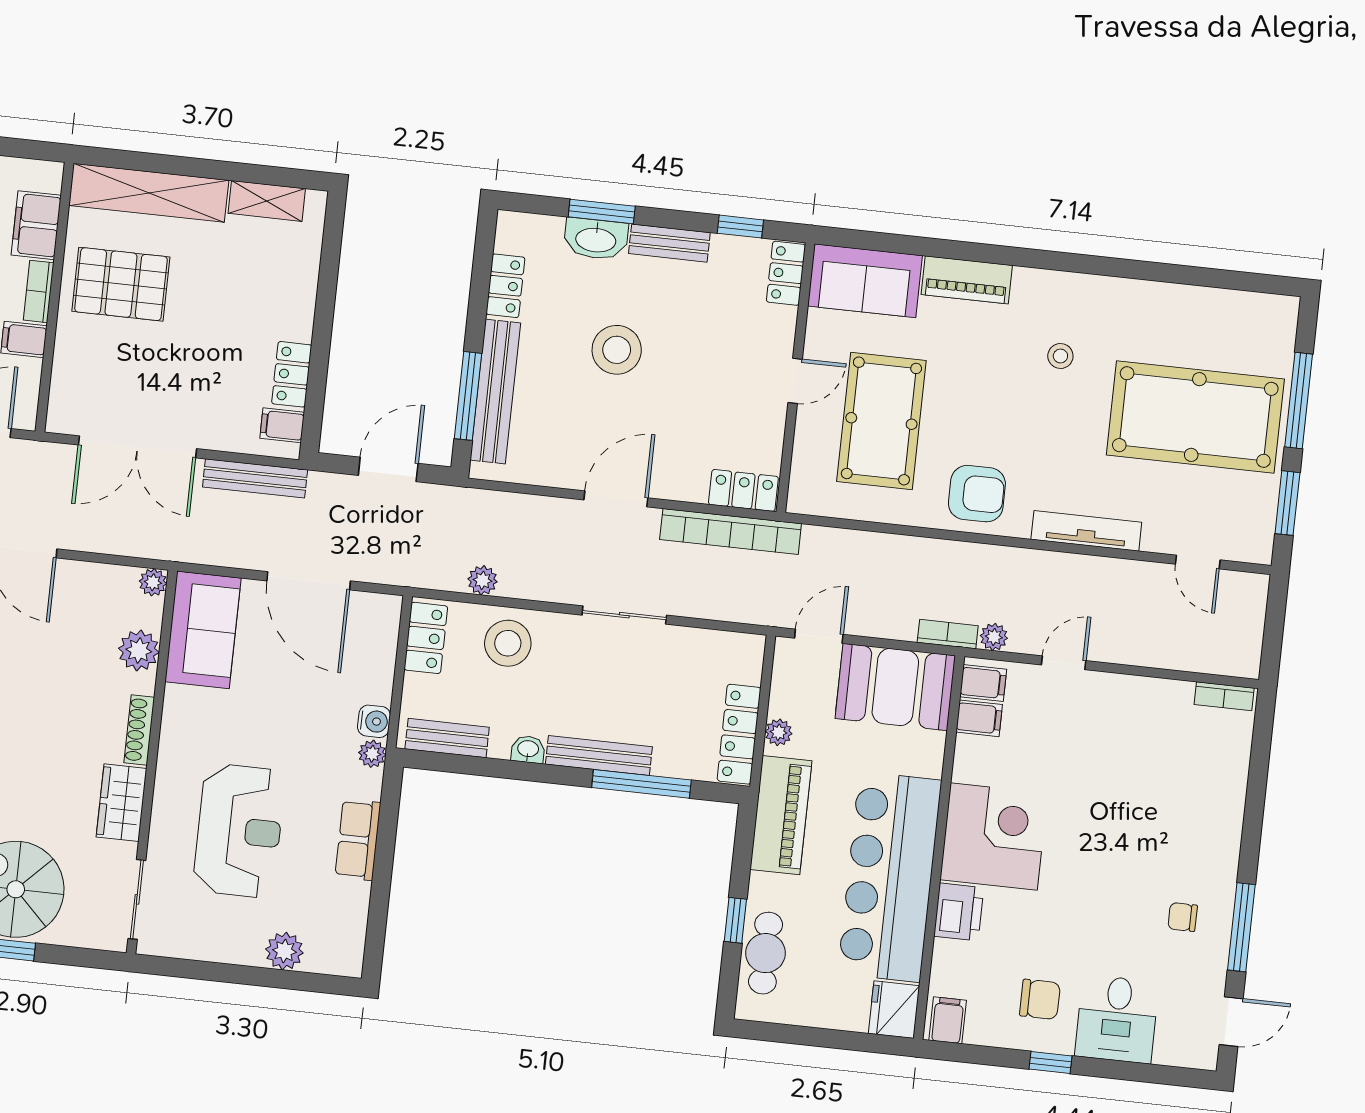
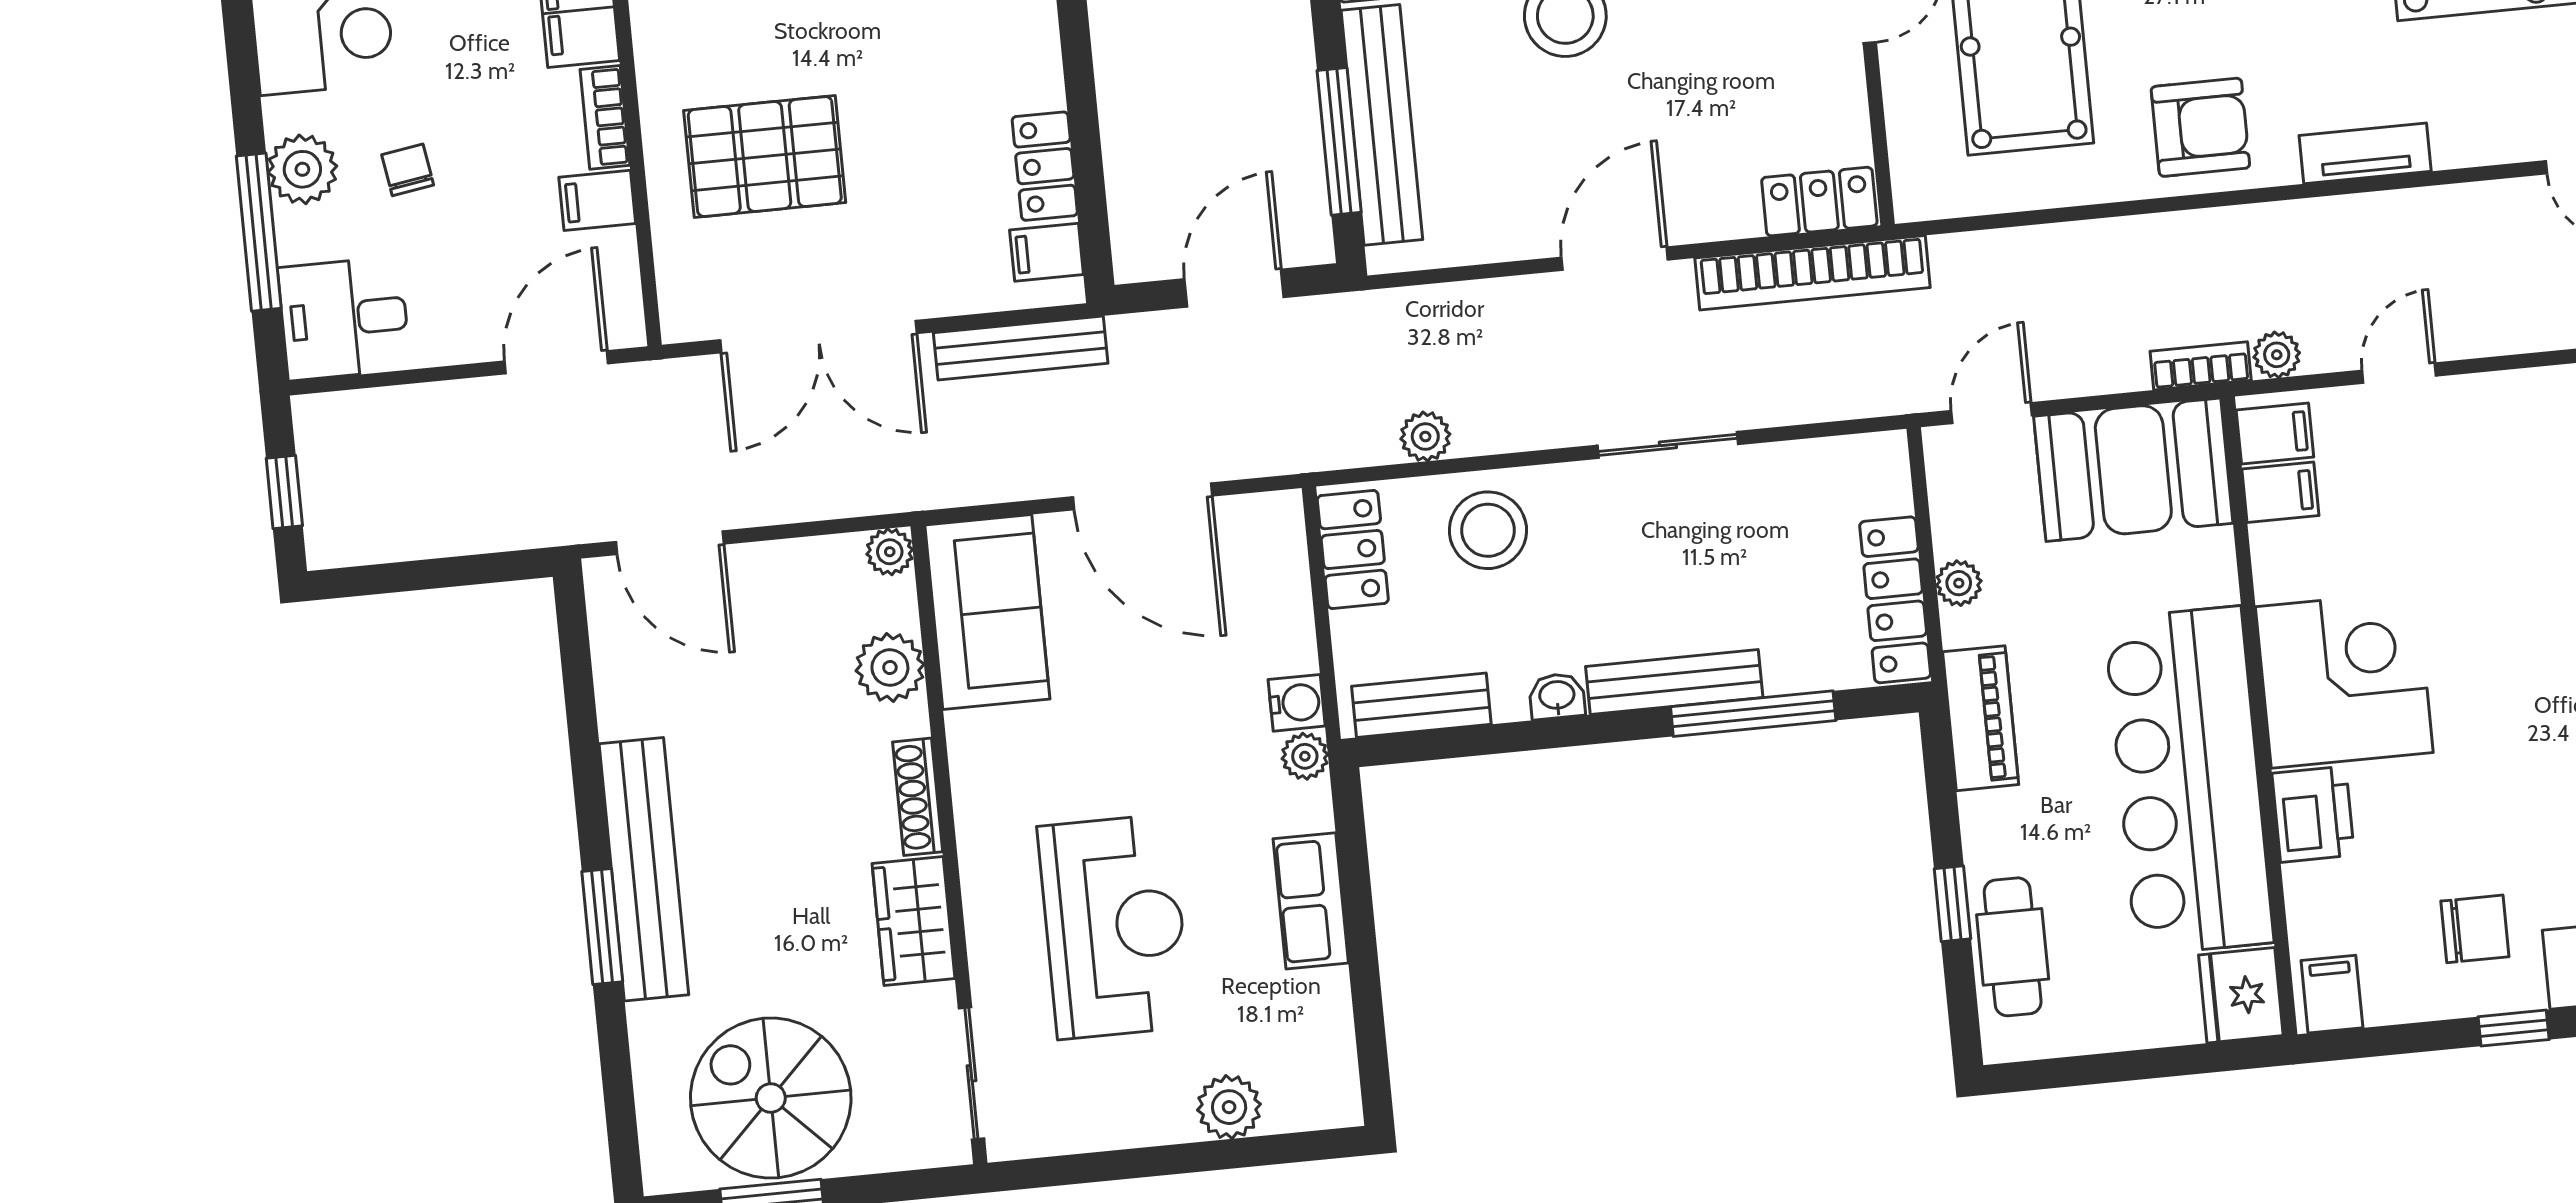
pallet: (121, 284) -> (765, 157), moved
tv unit: (1086, 531) -> (2365, 153), width x0.71
piano: (781, 815) -> (1981, 718), width x0.73, depth x0.75

